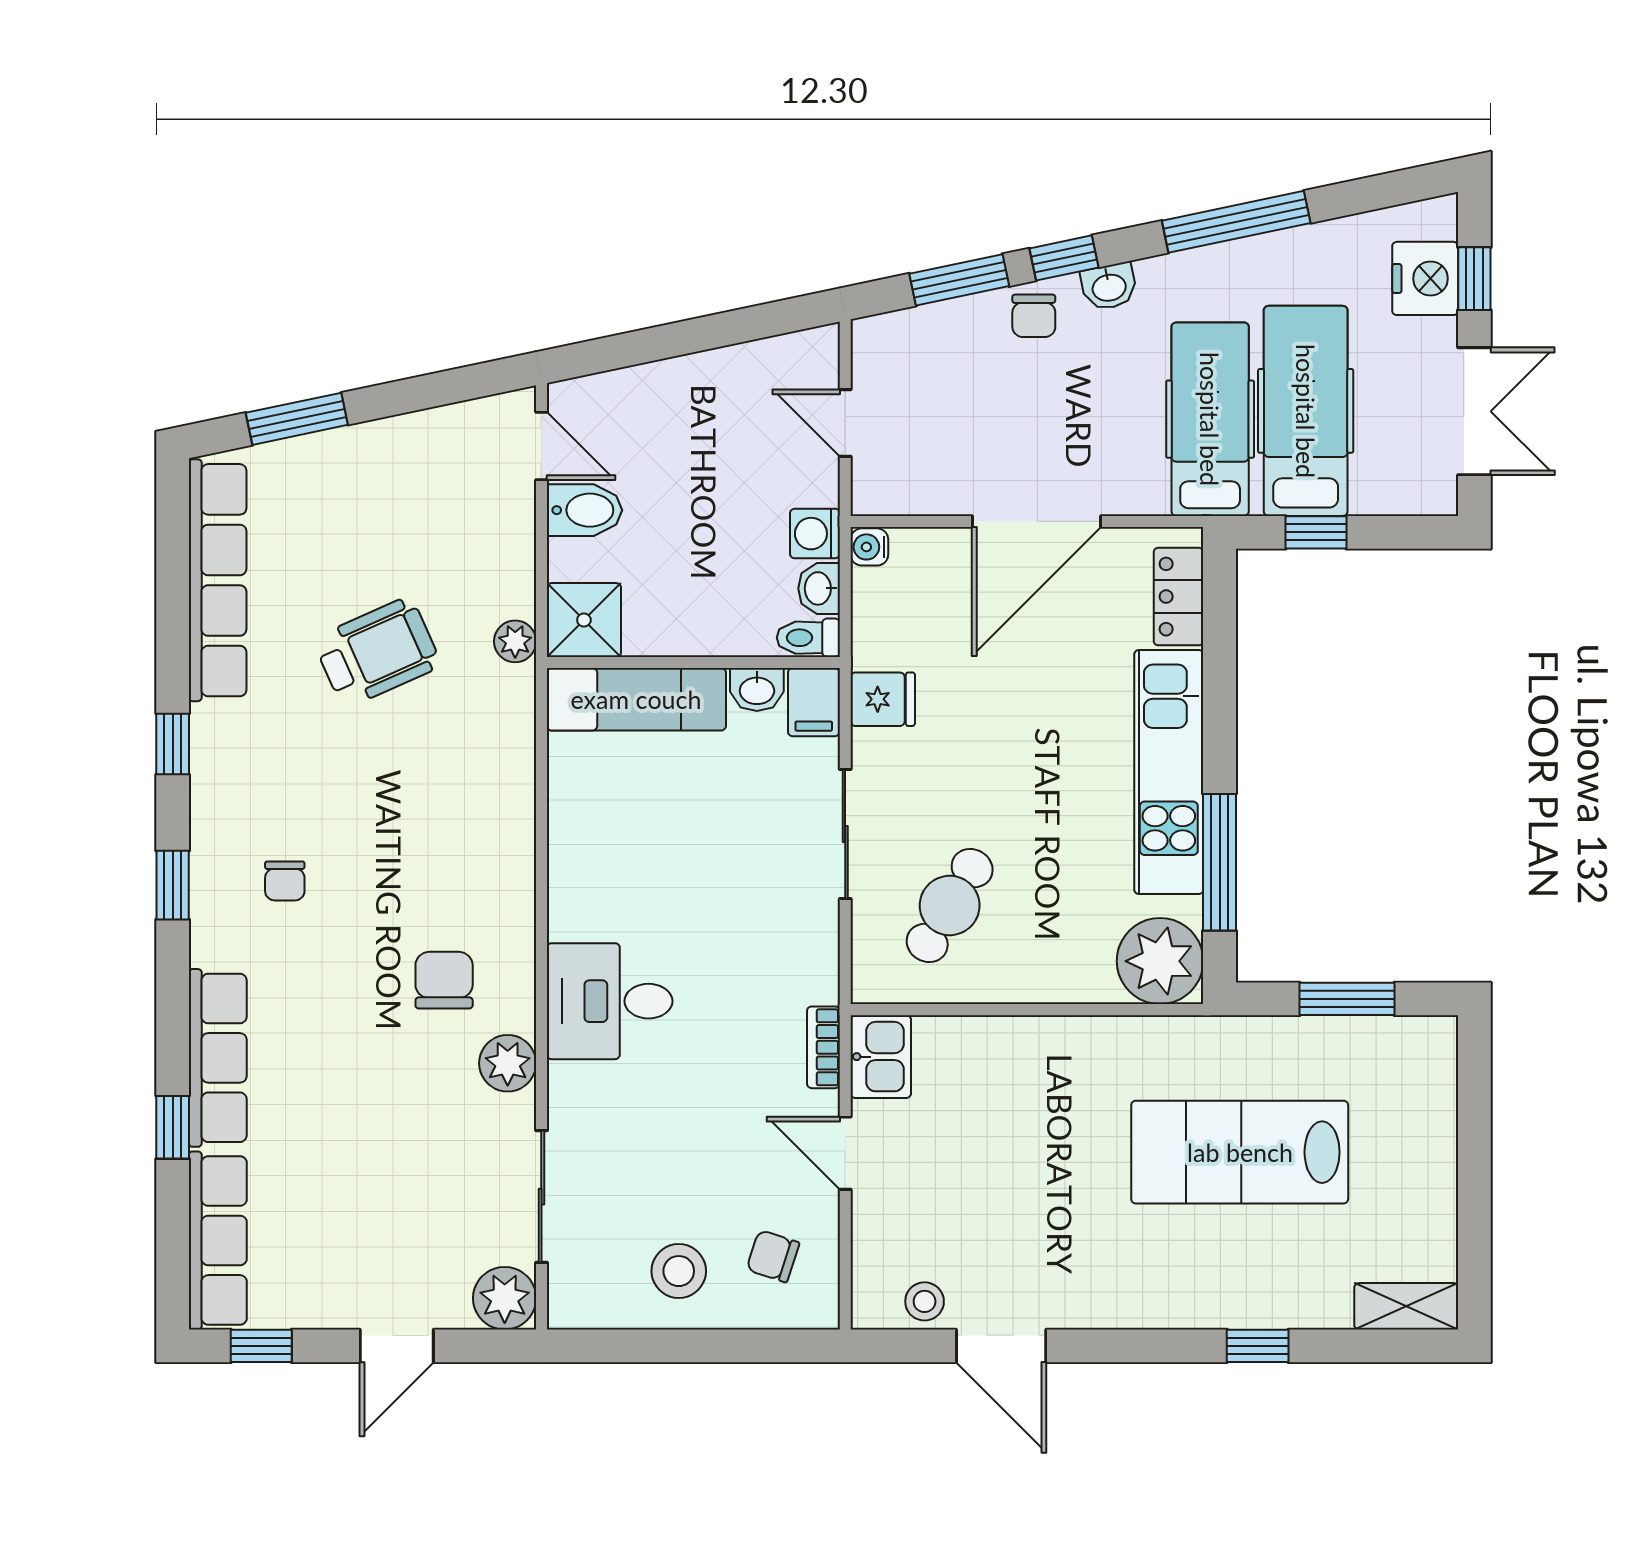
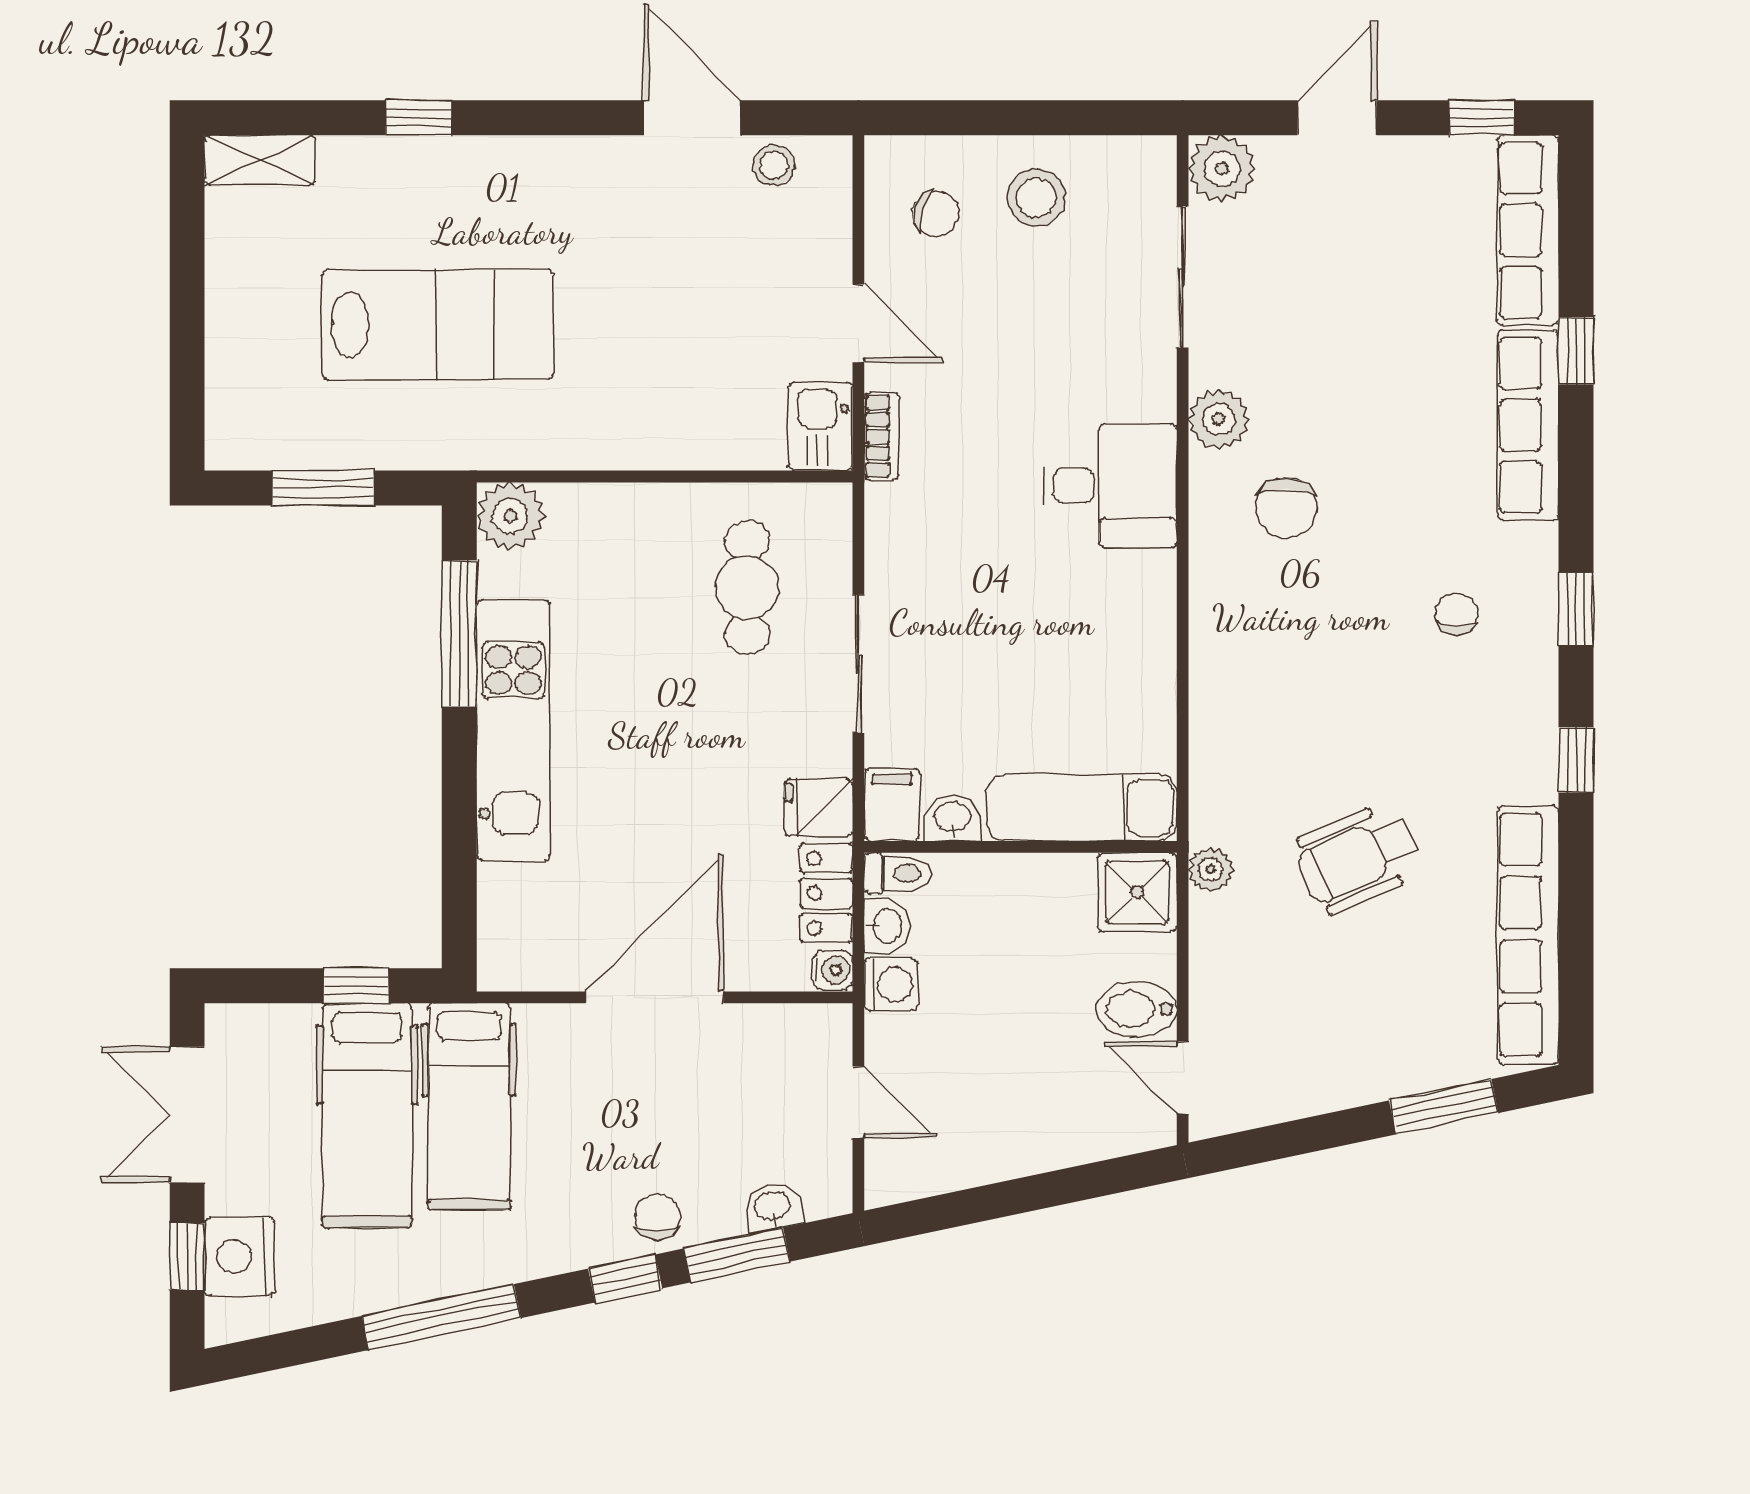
washbasin: (1109, 287) -> (772, 1207), moved
locker: (1179, 597) -> (826, 893), moved, turned 180
cafe table: (950, 905) -> (747, 588), turned -31
plant: (1160, 961) -> (510, 516), width x0.73, depth x0.73

